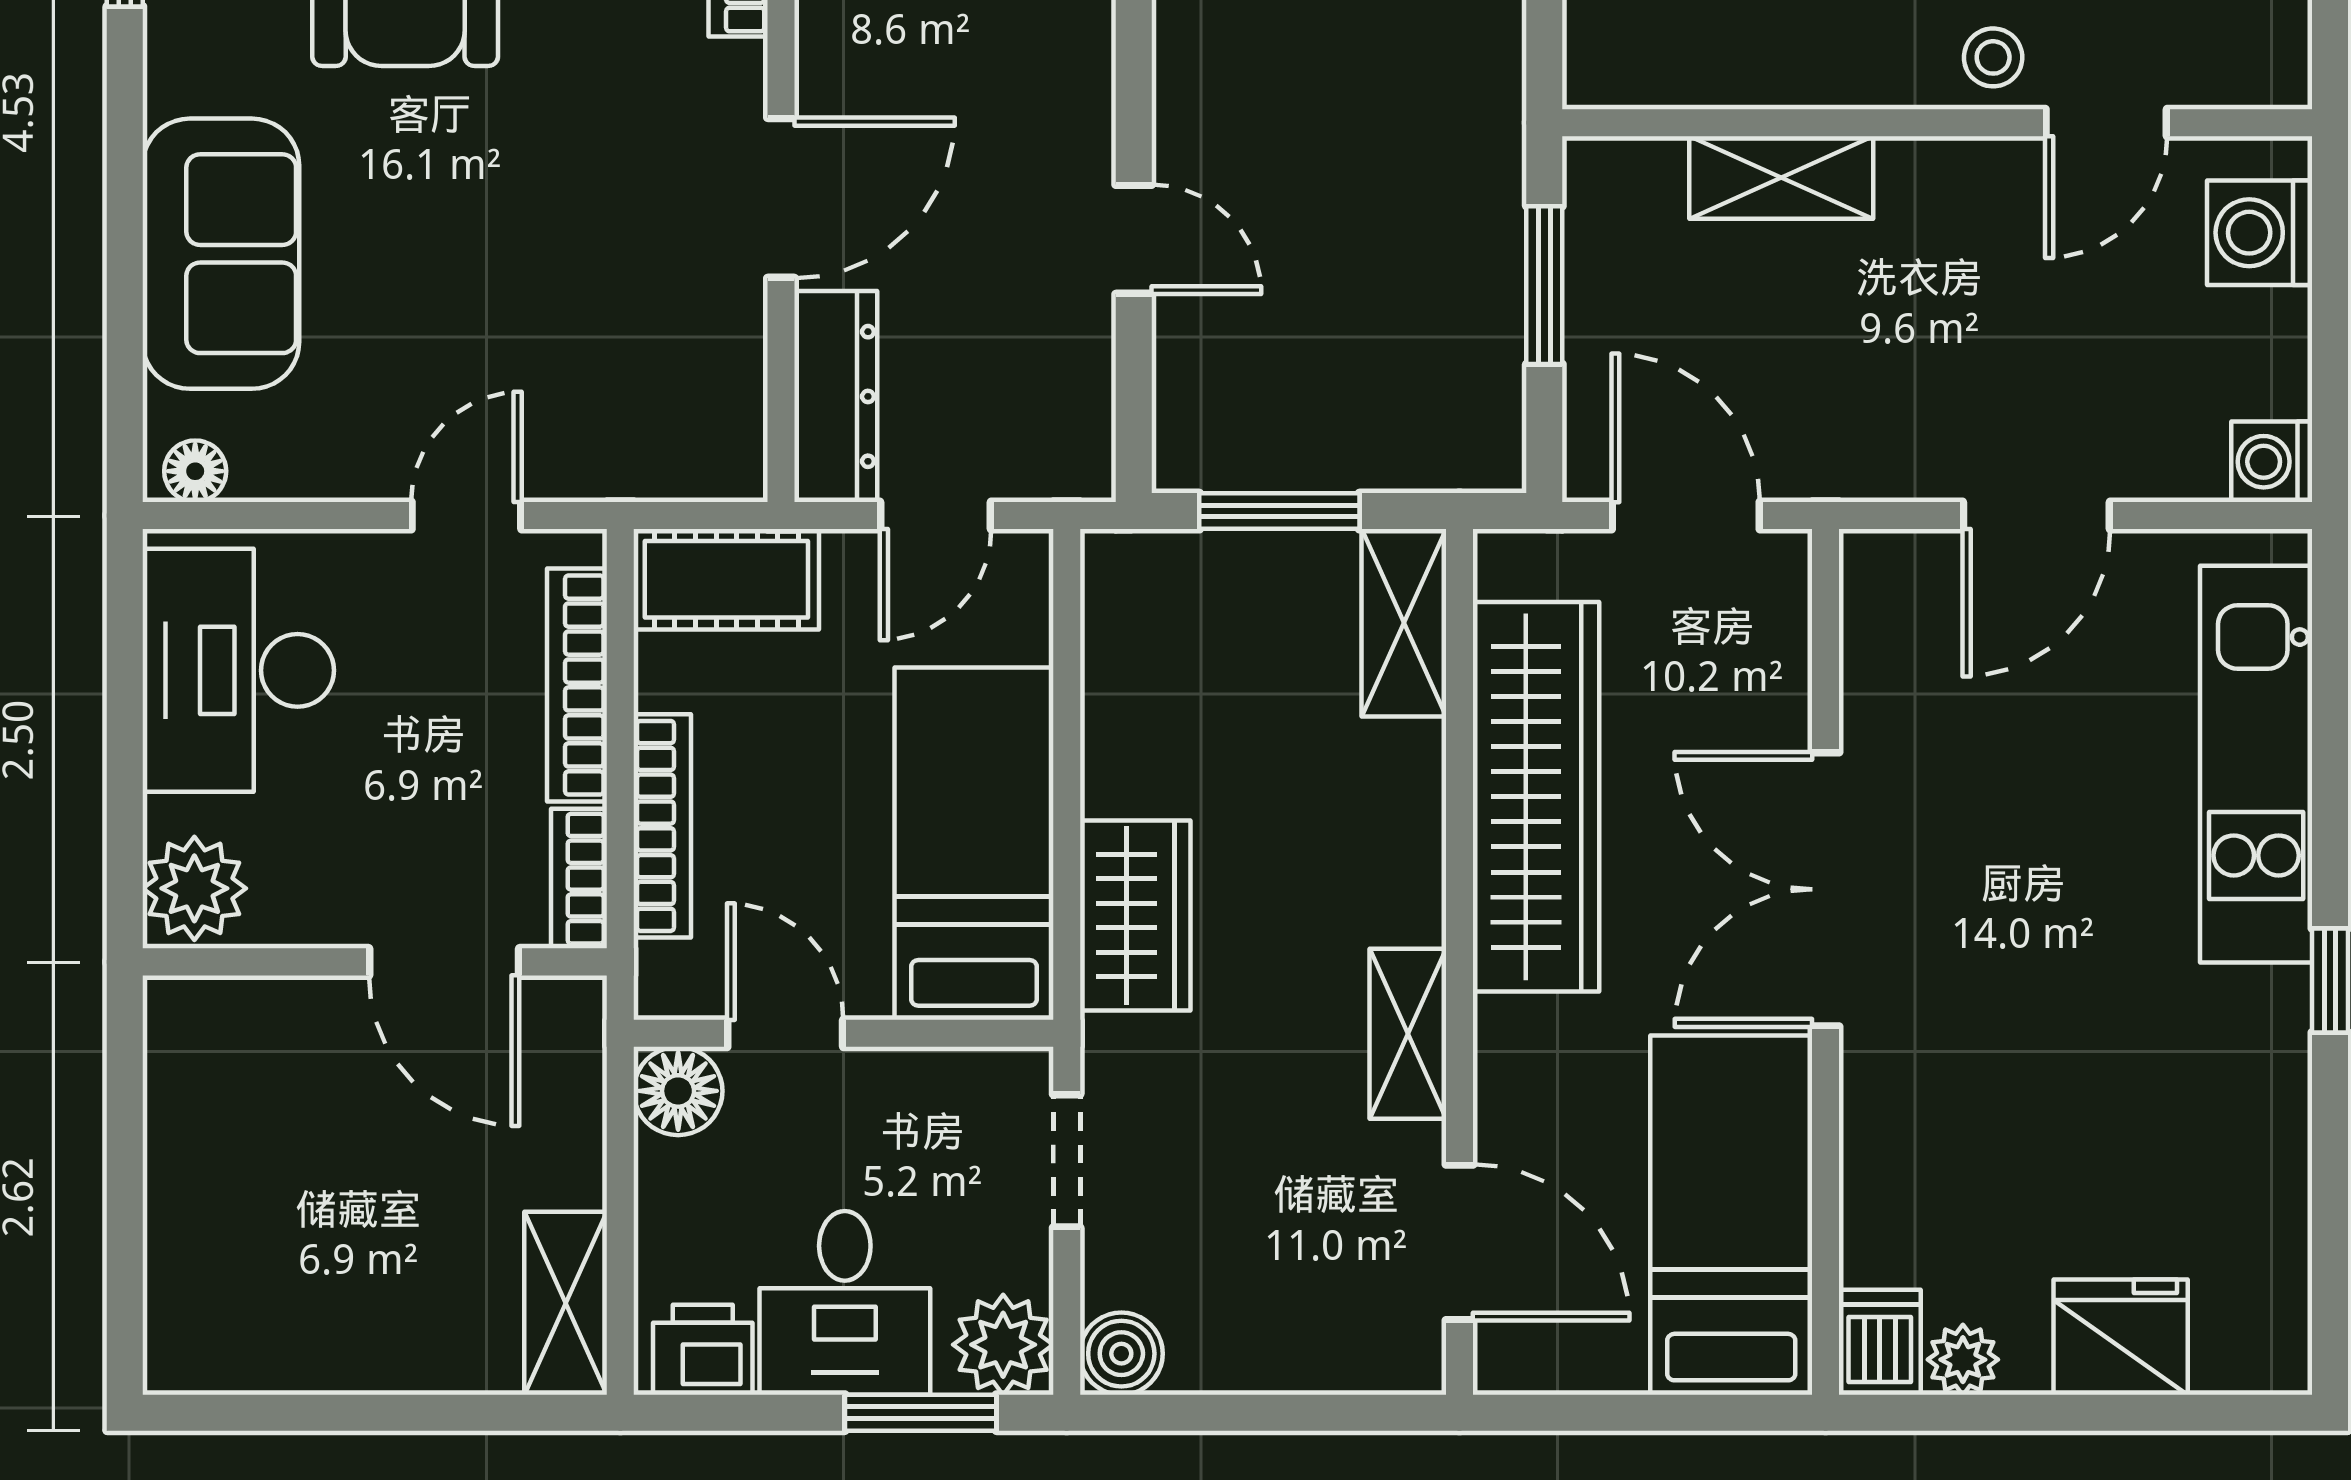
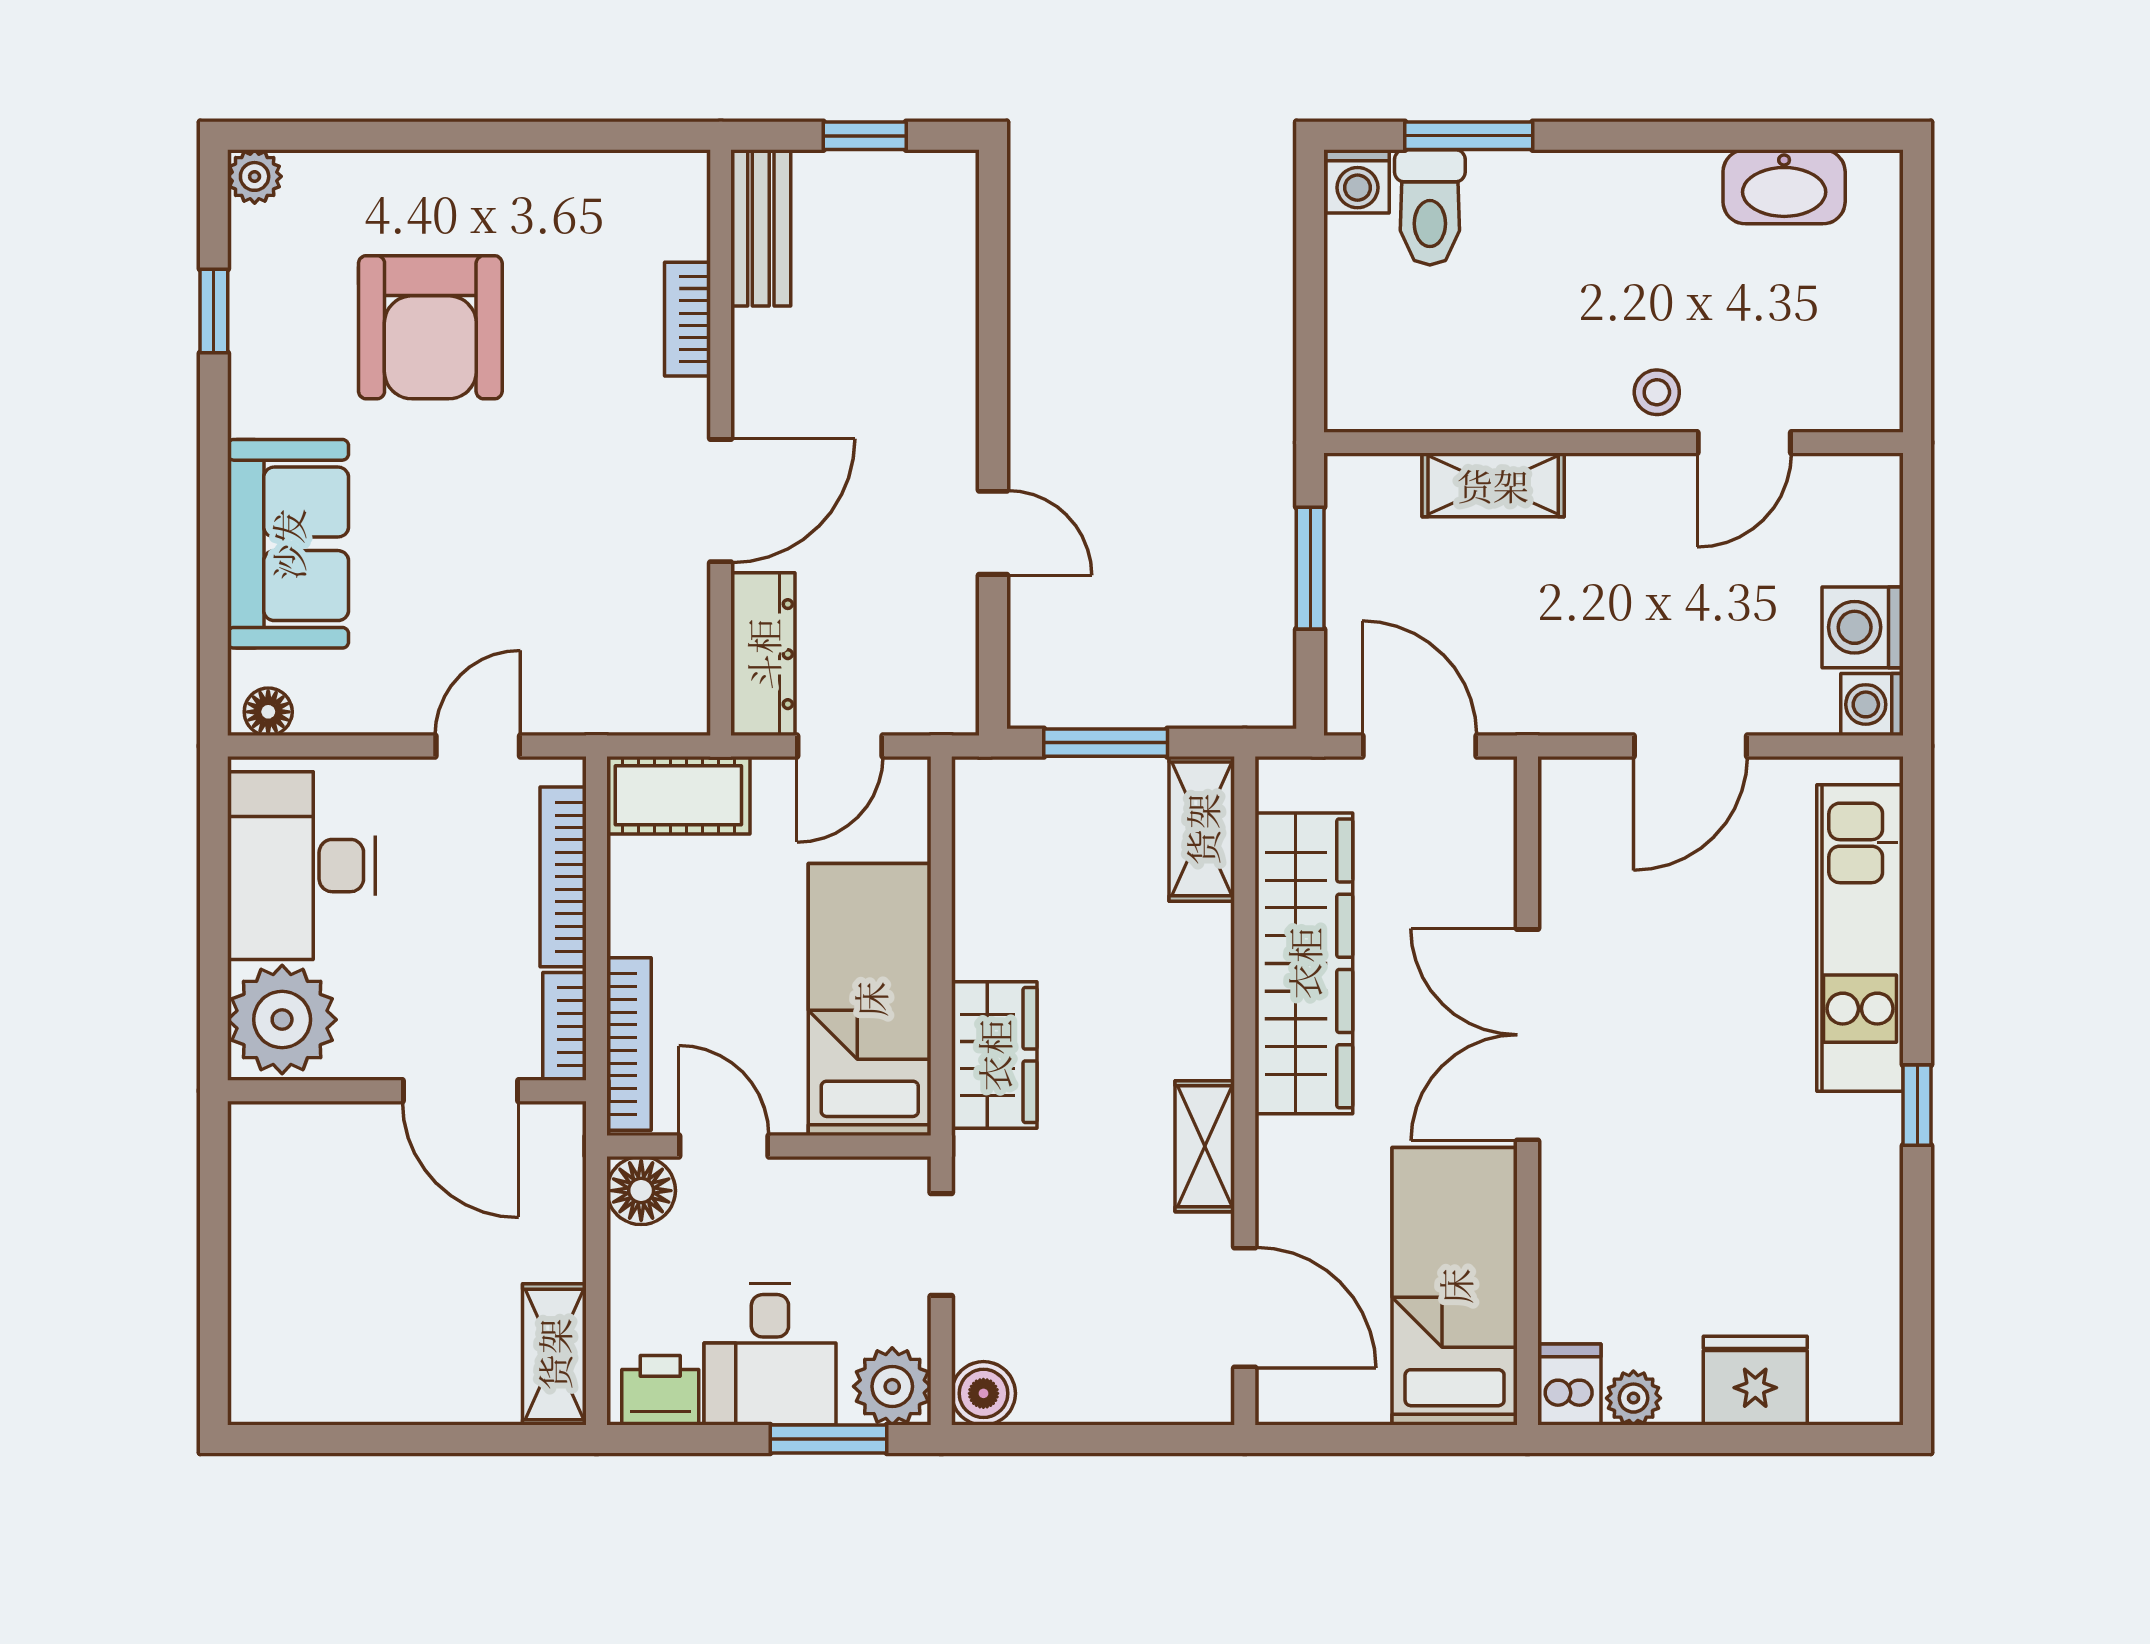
washing machine: (2260, 233) -> (1863, 627), moved
bookcase: (662, 826) -> (629, 1044), moved
plant: (194, 888) -> (282, 1020), width x1.36, depth x1.36

